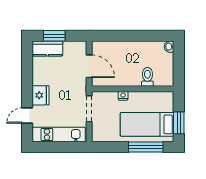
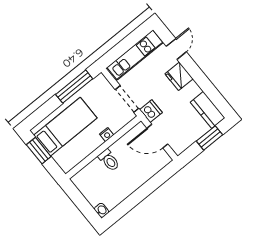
kitchen counter: (47, 48) -> (208, 110), moved, turned -90
toilet: (147, 77) -> (109, 160), moved
dishwasher: (79, 87) -> (151, 111), added
window: (146, 147) -> (74, 87), moved

